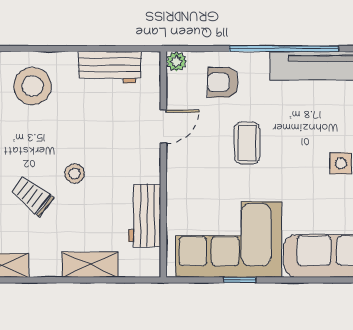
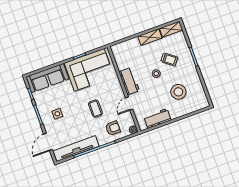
stool: (32, 86) -> (178, 92), moved
workbench: (145, 216) -> (129, 81), moved
shelving: (90, 265) -> (150, 37), moved

